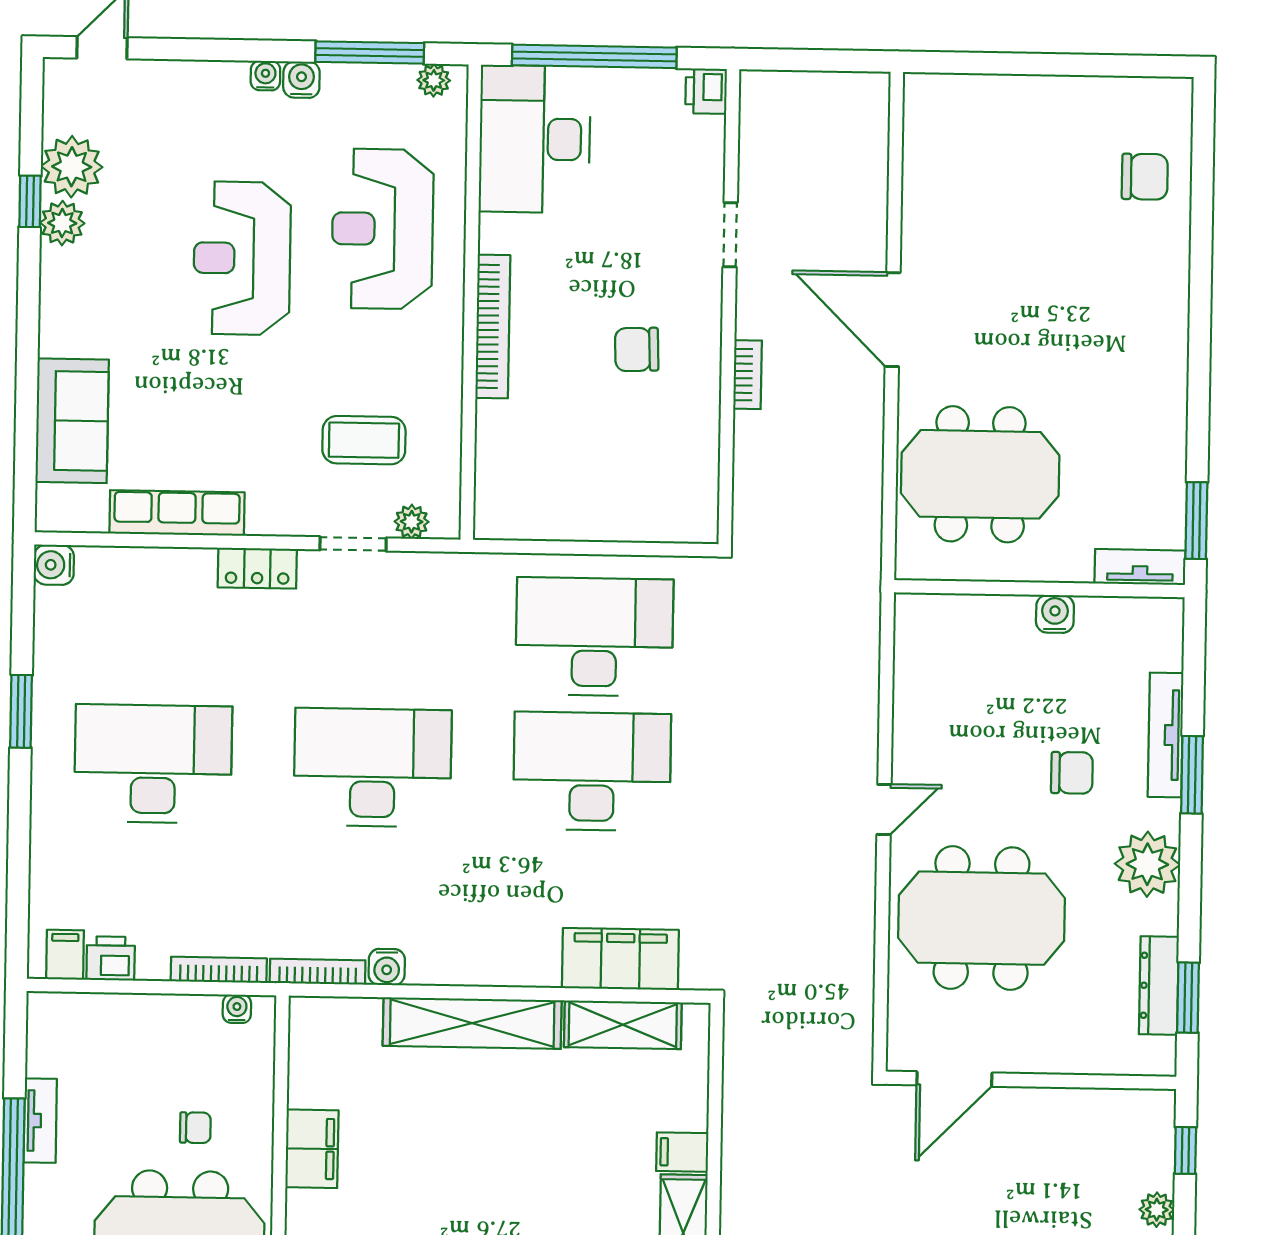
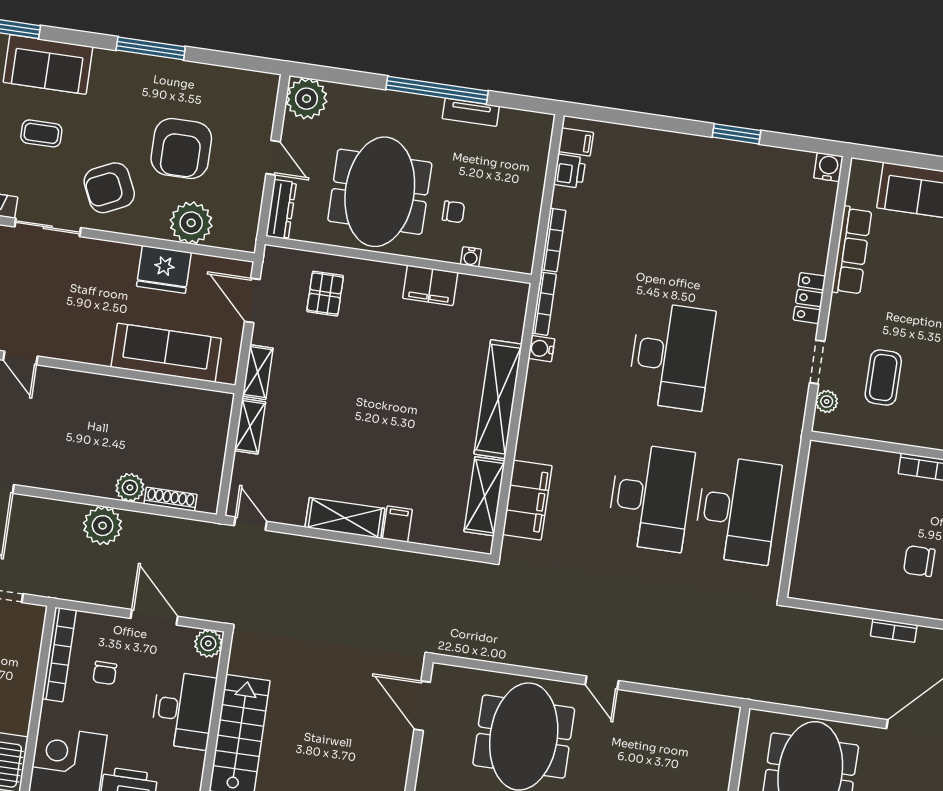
chair: (637, 349) -> (919, 561), turned -88
desk: (153, 764) -> (692, 215), removed
water cooler: (237, 1009) -> (471, 257), moved, turned 90
chair: (195, 1128) -> (453, 212), turned -90

